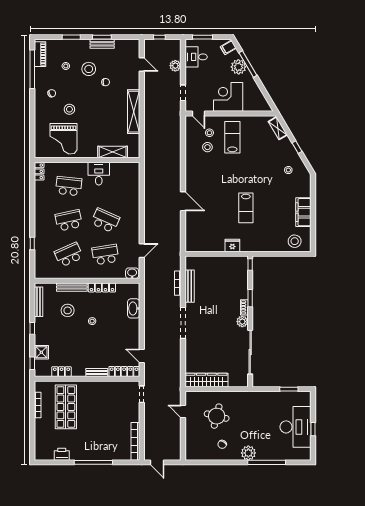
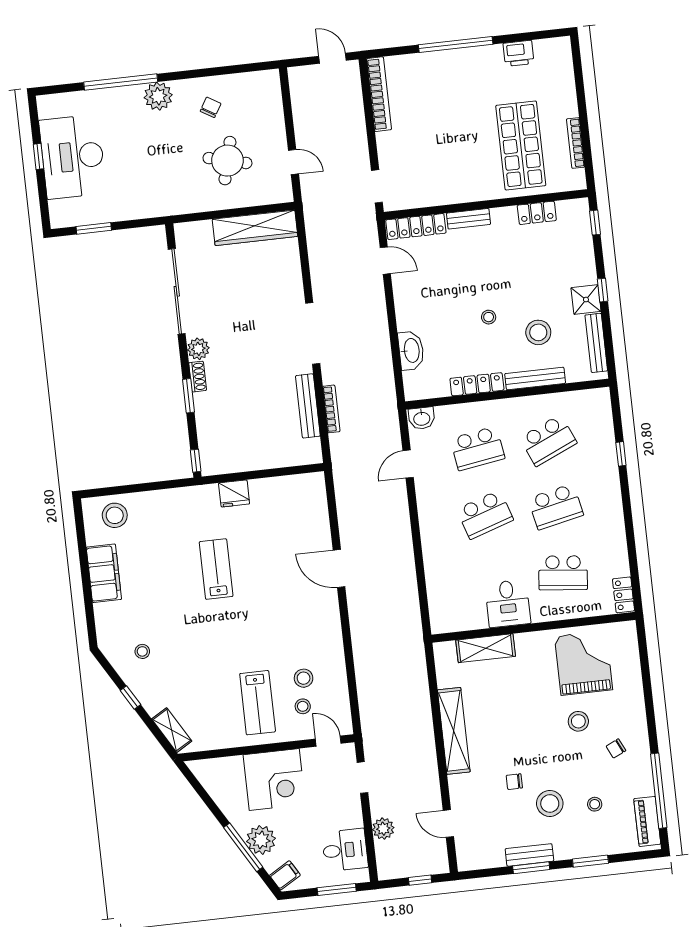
school desk: (105, 220) -> (485, 515), turned -42
shower: (41, 352) -> (586, 300), moved

